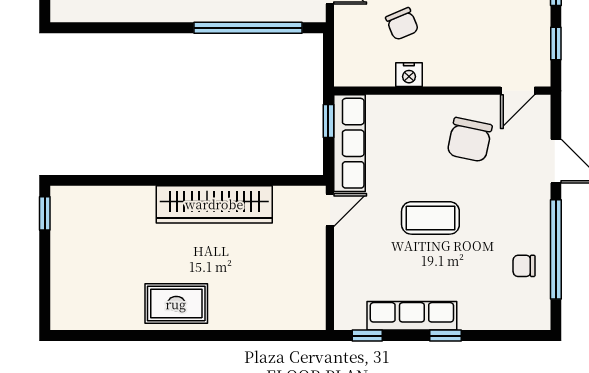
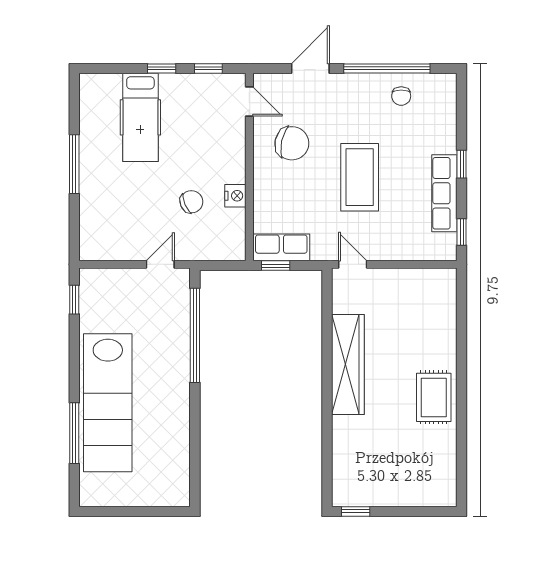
row of seats: (349, 143) -> (281, 247), width x0.68
coffee table: (430, 218) -> (360, 177), width x1.36, depth x1.32

